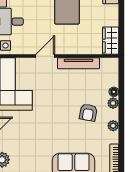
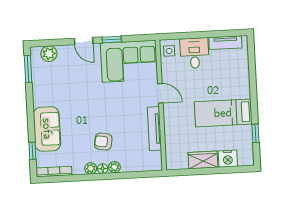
wardrobe: (111, 41) -> (203, 160), moved
floor lamp: (114, 92) -> (103, 169), moved

